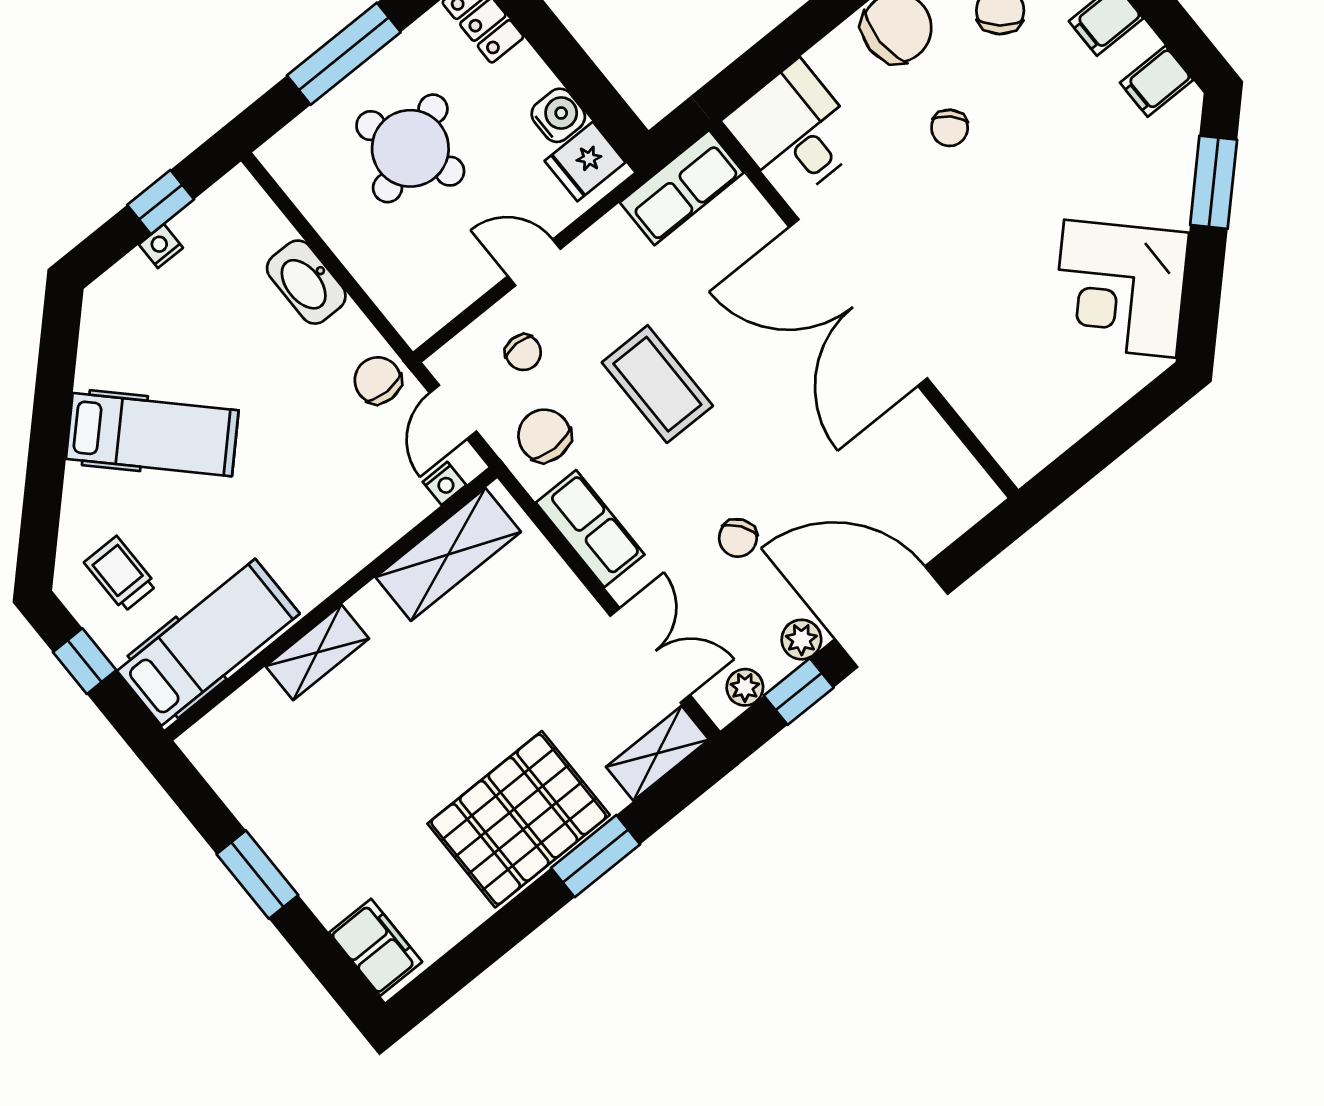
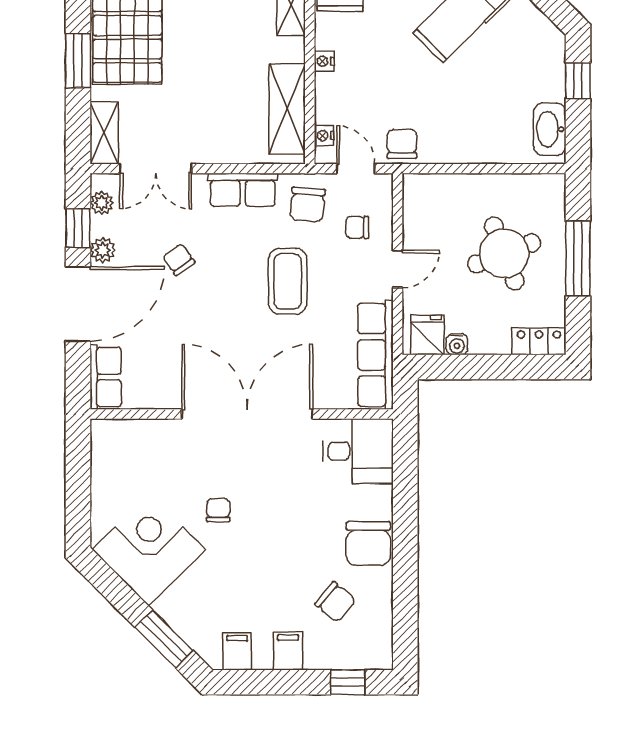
water cooler: (558, 115) -> (457, 344), width x0.72, depth x0.72
chair: (950, 128) -> (218, 510), moved, turned 46
row of seats: (682, 188) -> (375, 355), width x1.48
window: (161, 202) -> (578, 81), moved
nightstand: (161, 246) -> (324, 61), moved, turned 180
washbasin: (306, 282) -> (550, 129), moved, turned -90
chair: (378, 380) -> (402, 144), turned -90
coffee table: (657, 384) -> (288, 281), turned 90
chair: (544, 436) -> (307, 204), turned 95
row of seats: (953, 511) -> (106, 377), added

